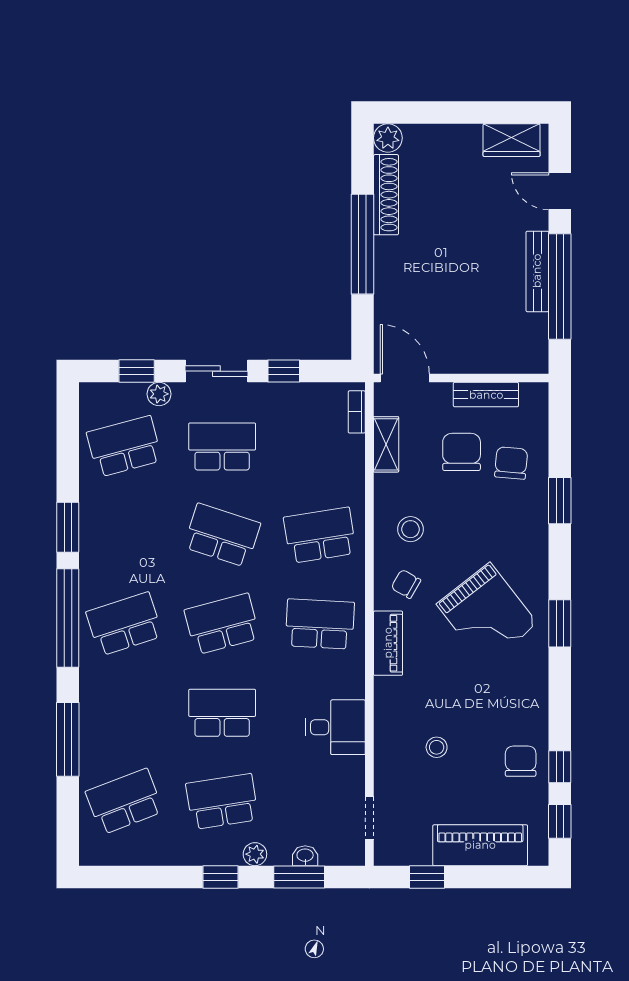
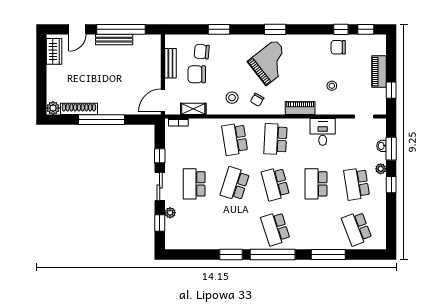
school desk: (124, 446) -> (194, 229), removed
piano: (388, 643) -> (300, 108), moved
piano: (480, 845) -> (379, 72), width x0.73, depth x0.75

